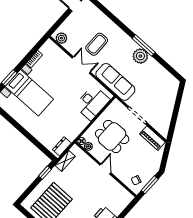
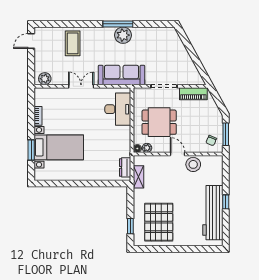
coffee table: (97, 44) -> (73, 43), moved
window: (45, 173) -> (130, 226), moved
stool: (110, 185) -> (193, 164), added

